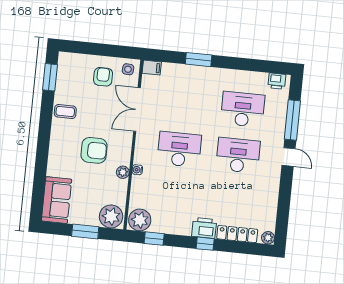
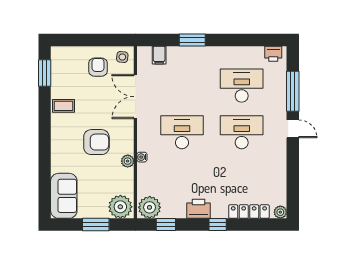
filing cabinet: (152, 68) -> (159, 55), moved, turned 90
printer: (204, 228) -> (198, 209), moved

